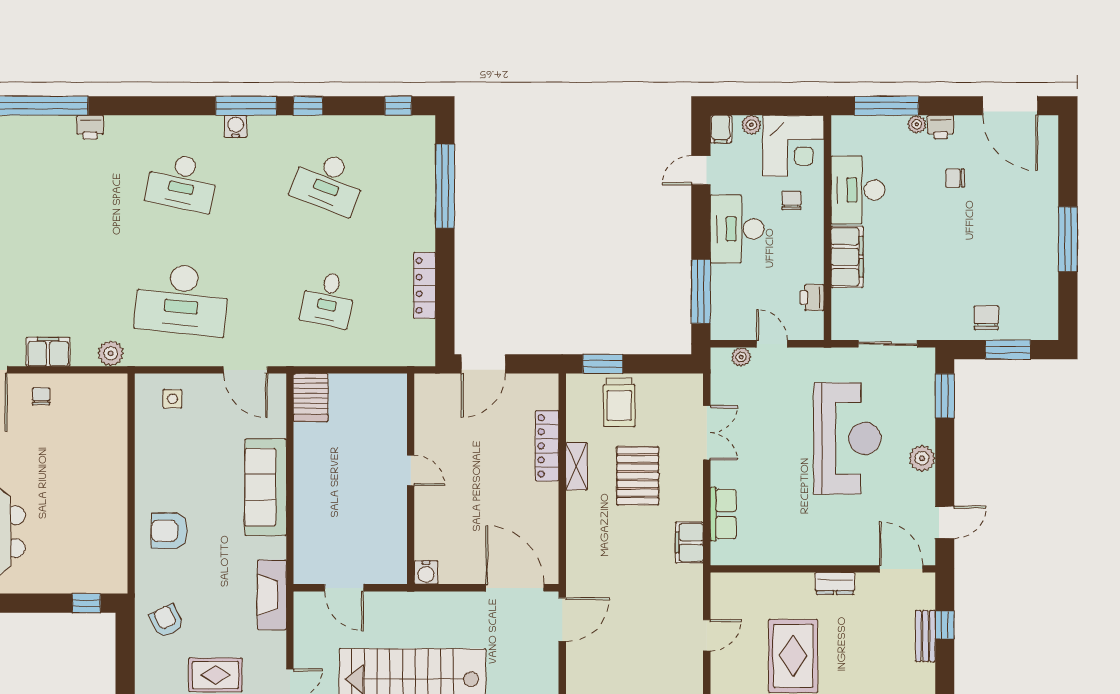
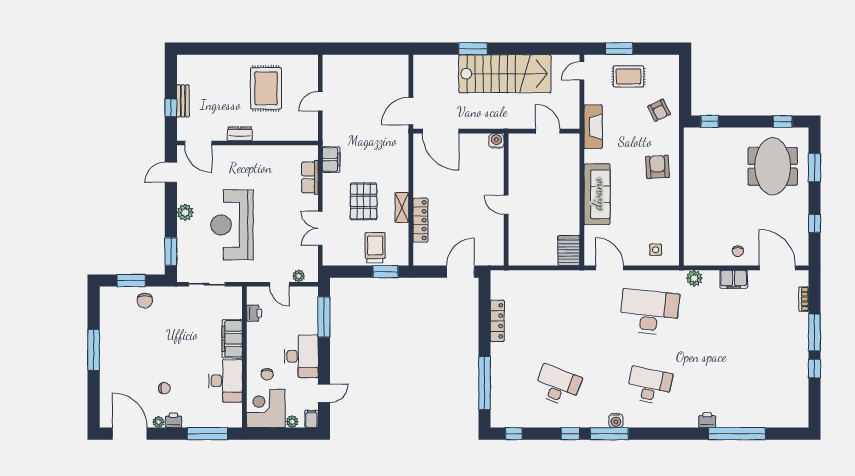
plant: (917, 124) -> (159, 422), moved
desk: (328, 299) -> (558, 312), removed
armchair: (169, 531) -> (657, 167), turned -93

